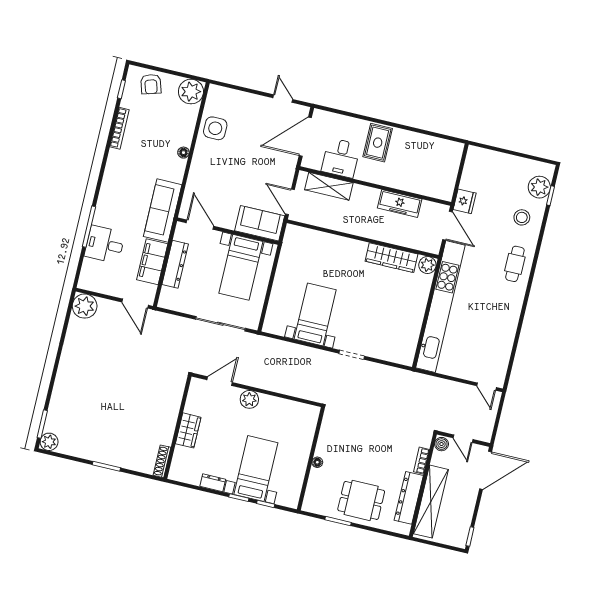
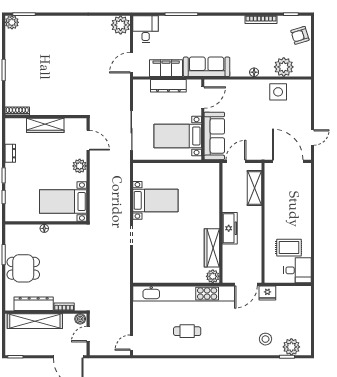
plant: (191, 92) -> (284, 67), moved
rug: (378, 143) -> (289, 248), moved
desk: (341, 158) -> (297, 270), moved, turned 180
freezer: (400, 204) -> (230, 228), moved, turned 180
sofa: (260, 223) -> (214, 136), width x1.36
desk: (105, 244) -> (146, 29), moved
cafe table: (515, 264) -> (187, 331), moved
wardrobe: (188, 430) -> (45, 125), width x1.50
bed with nightstands: (256, 469) -> (63, 202), moved, turned 180
dining table: (361, 500) -> (23, 268), turned 90

